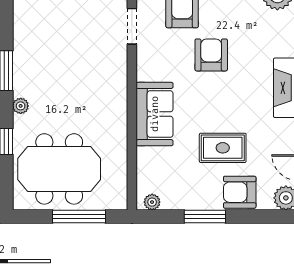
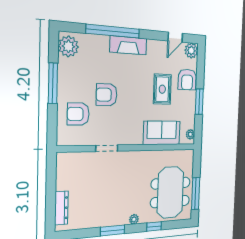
doorway: (132, 26) -> (107, 148), moved
sofa: (155, 114) -> (162, 133), moved
window: (79, 217) -> (196, 194), moved

